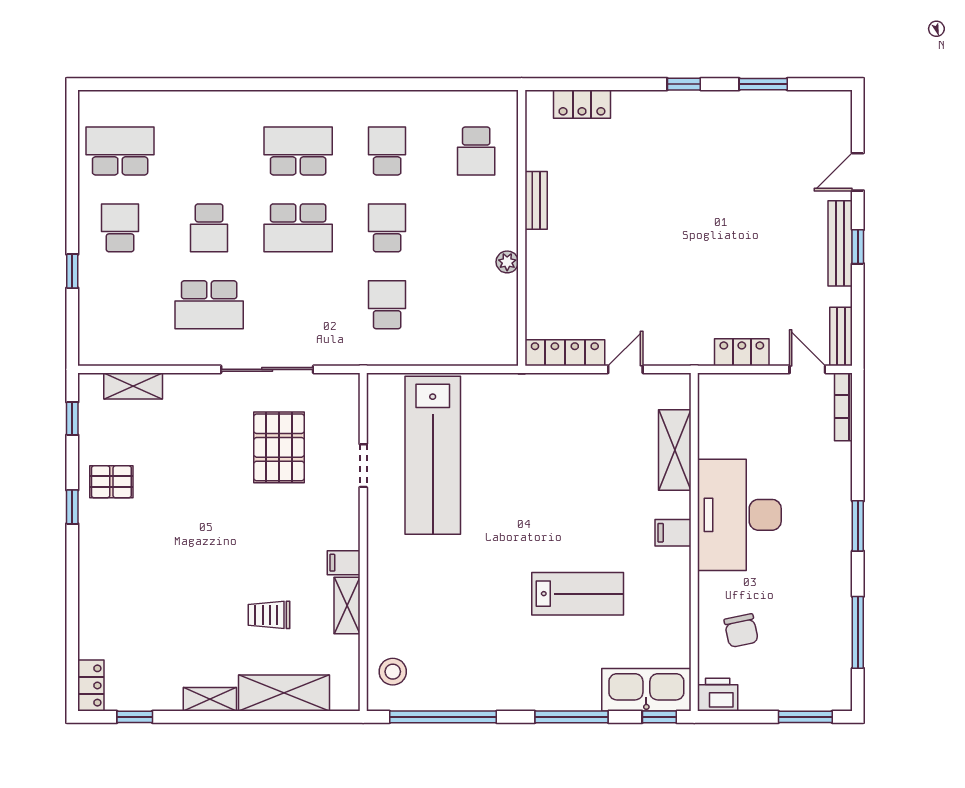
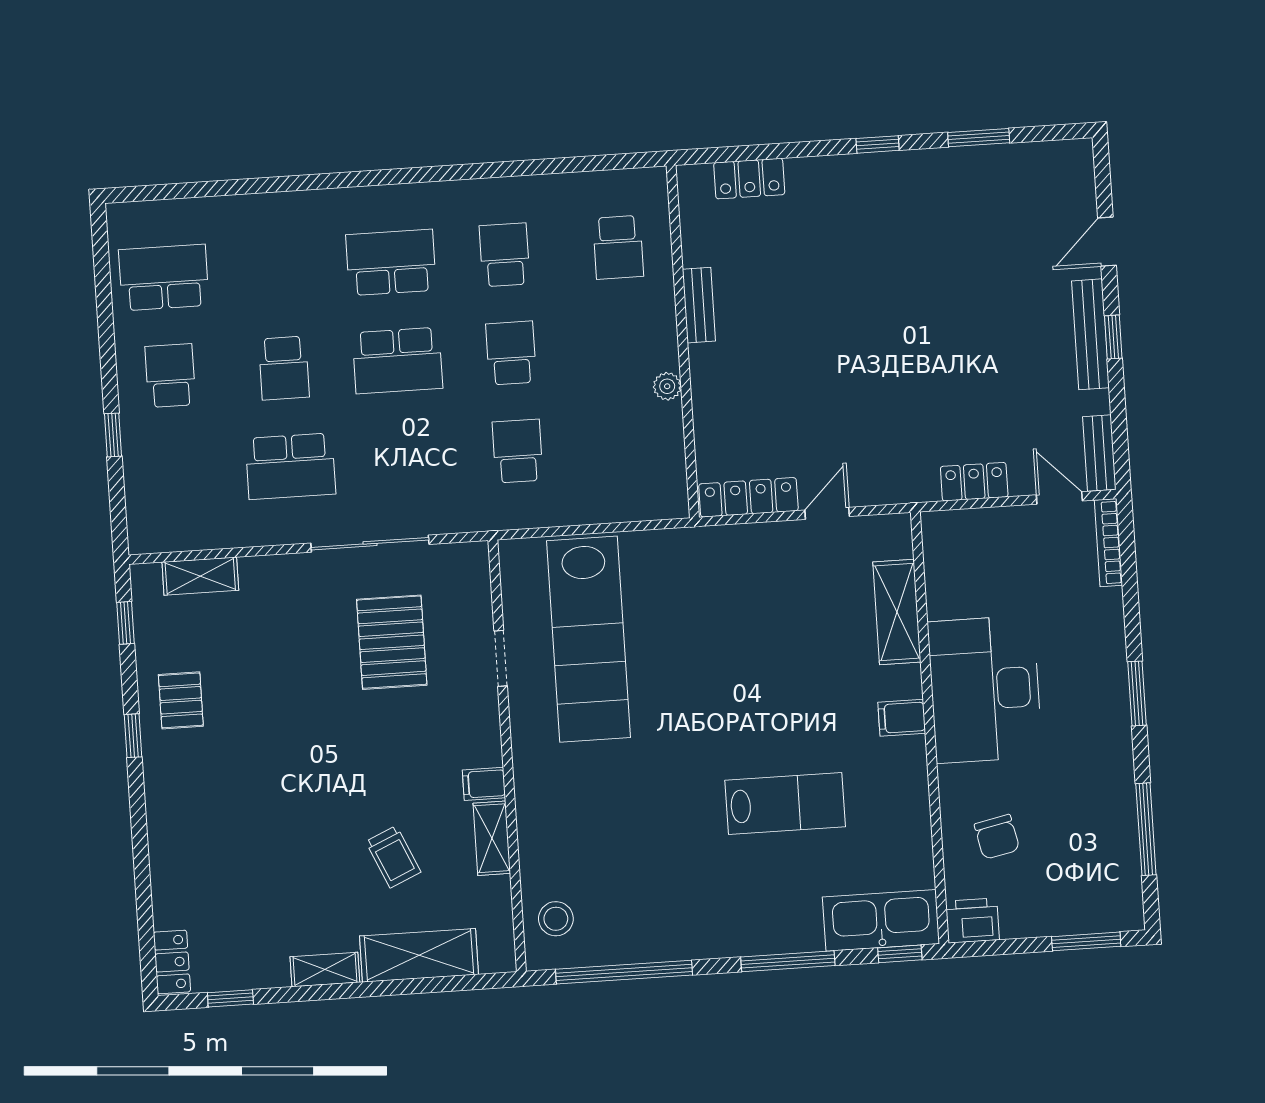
pallet: (111, 482) -> (181, 700), turned 90
trolley: (269, 615) -> (393, 857), turned -114

